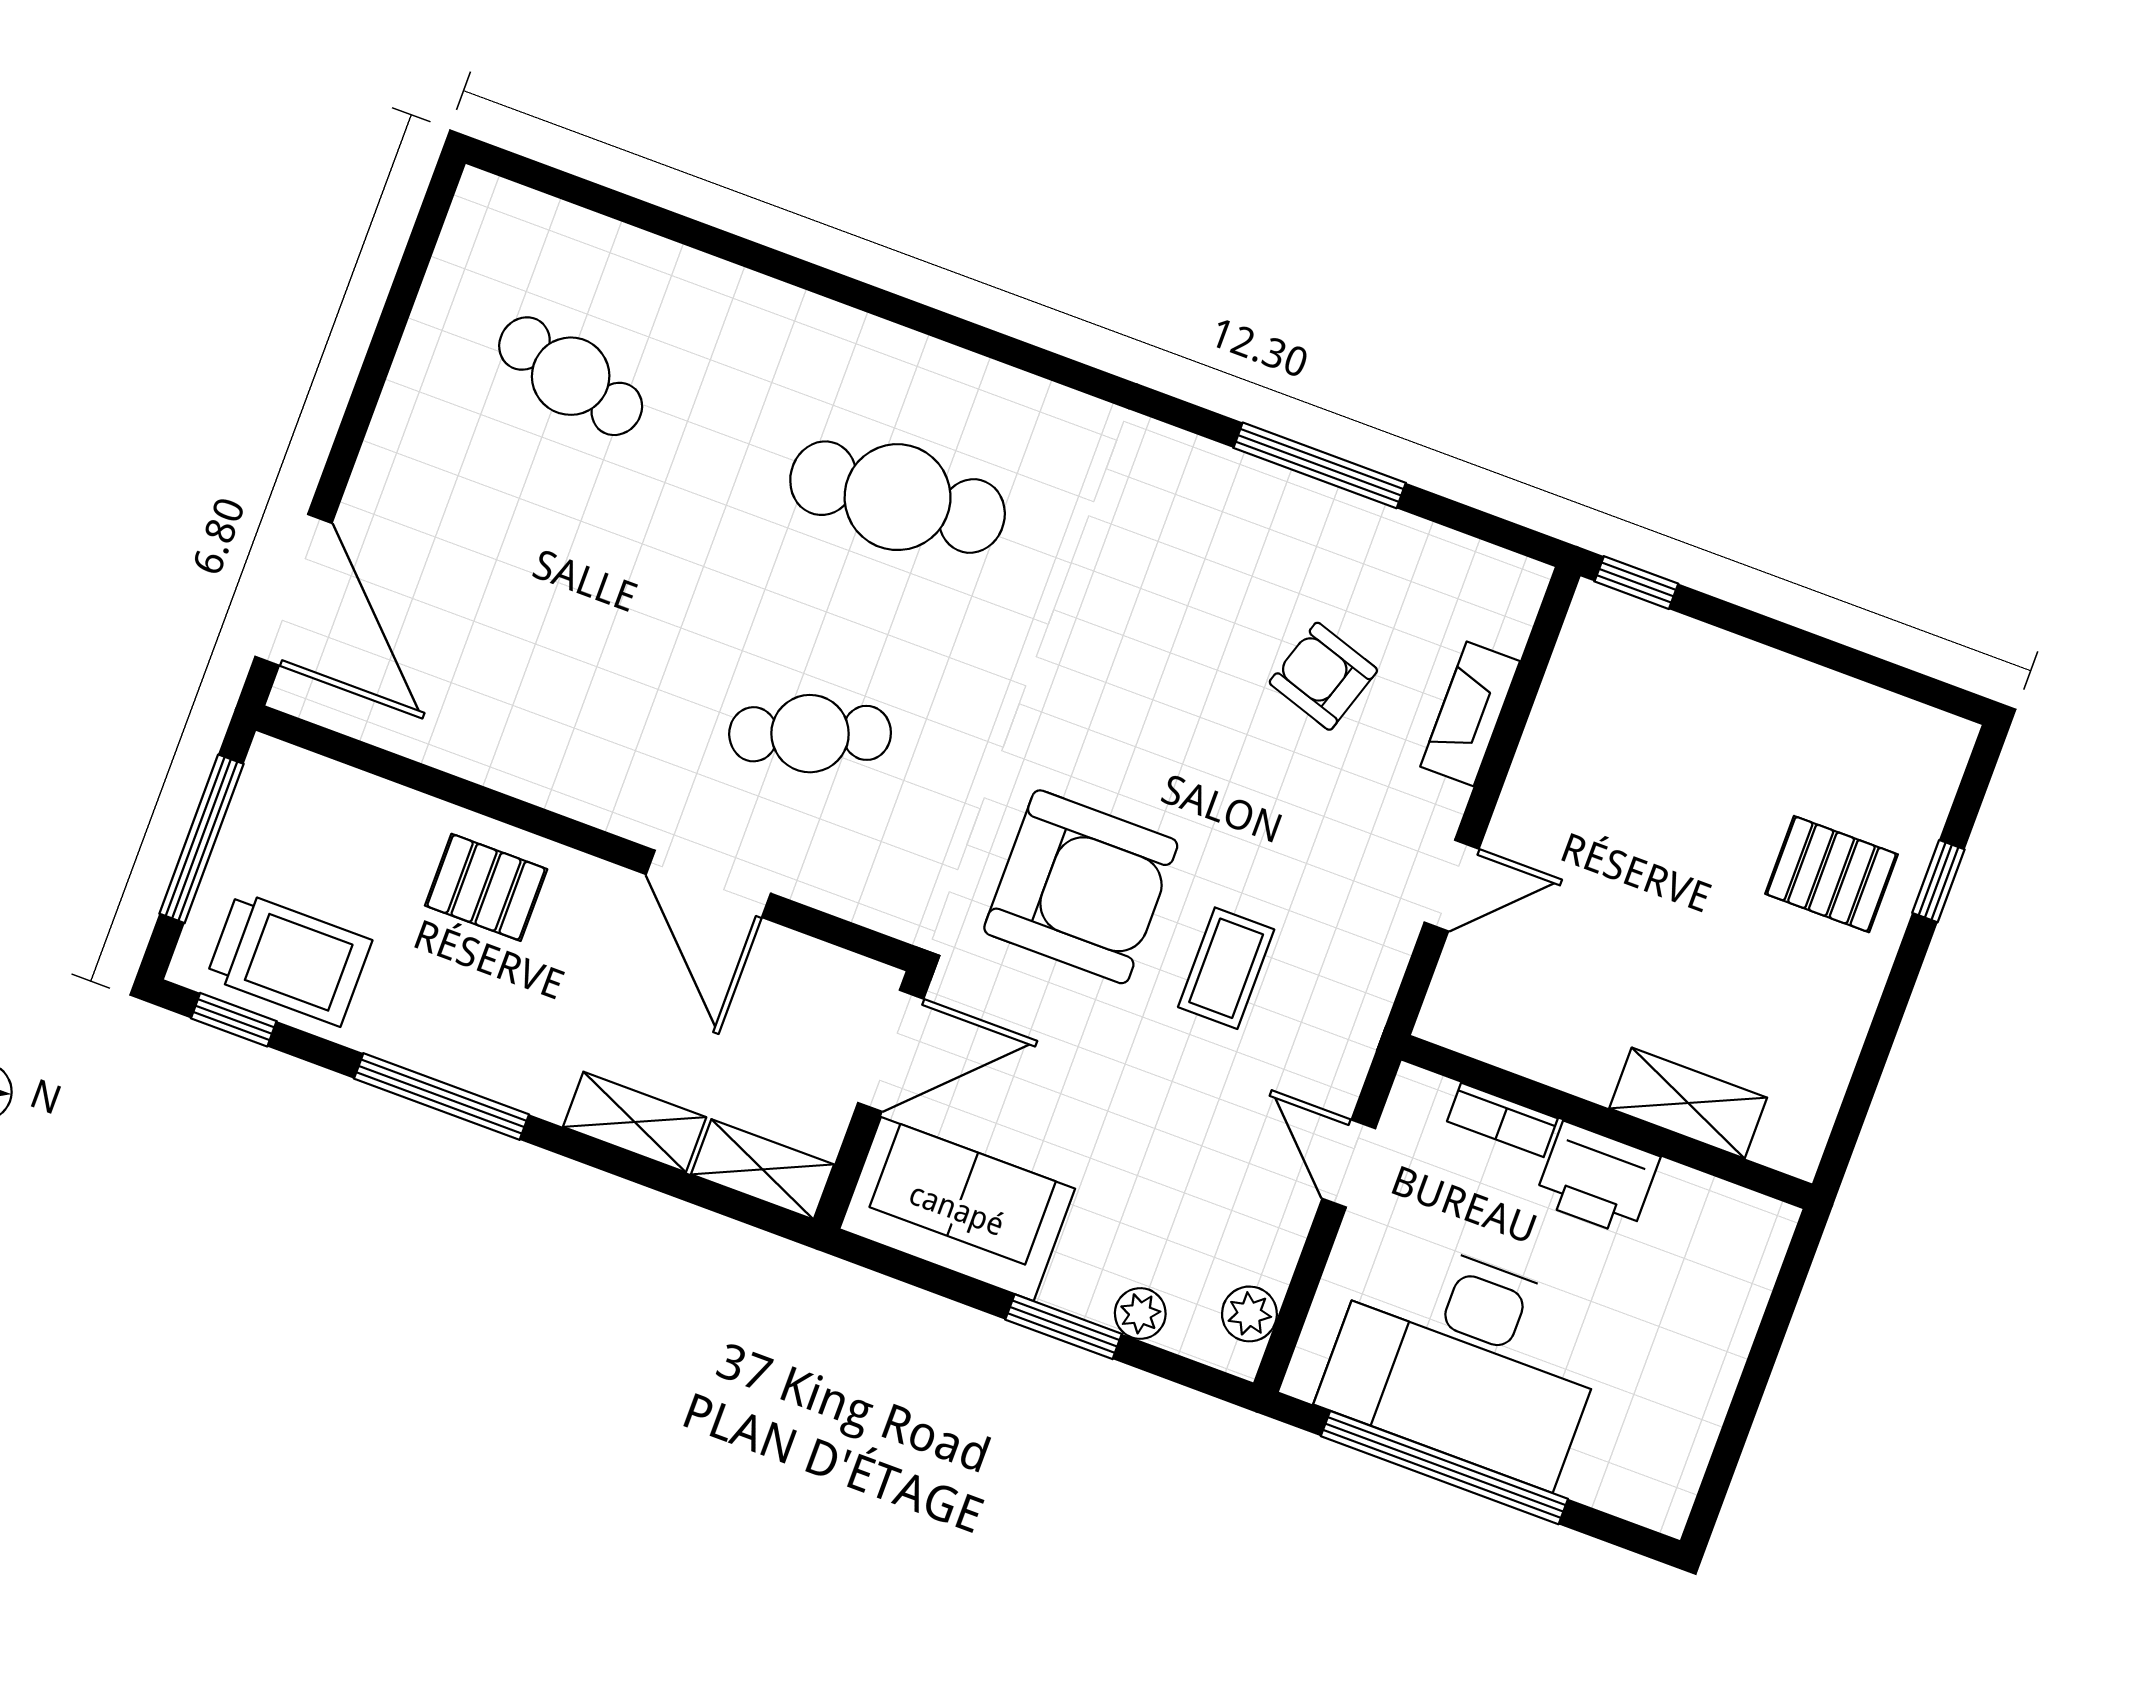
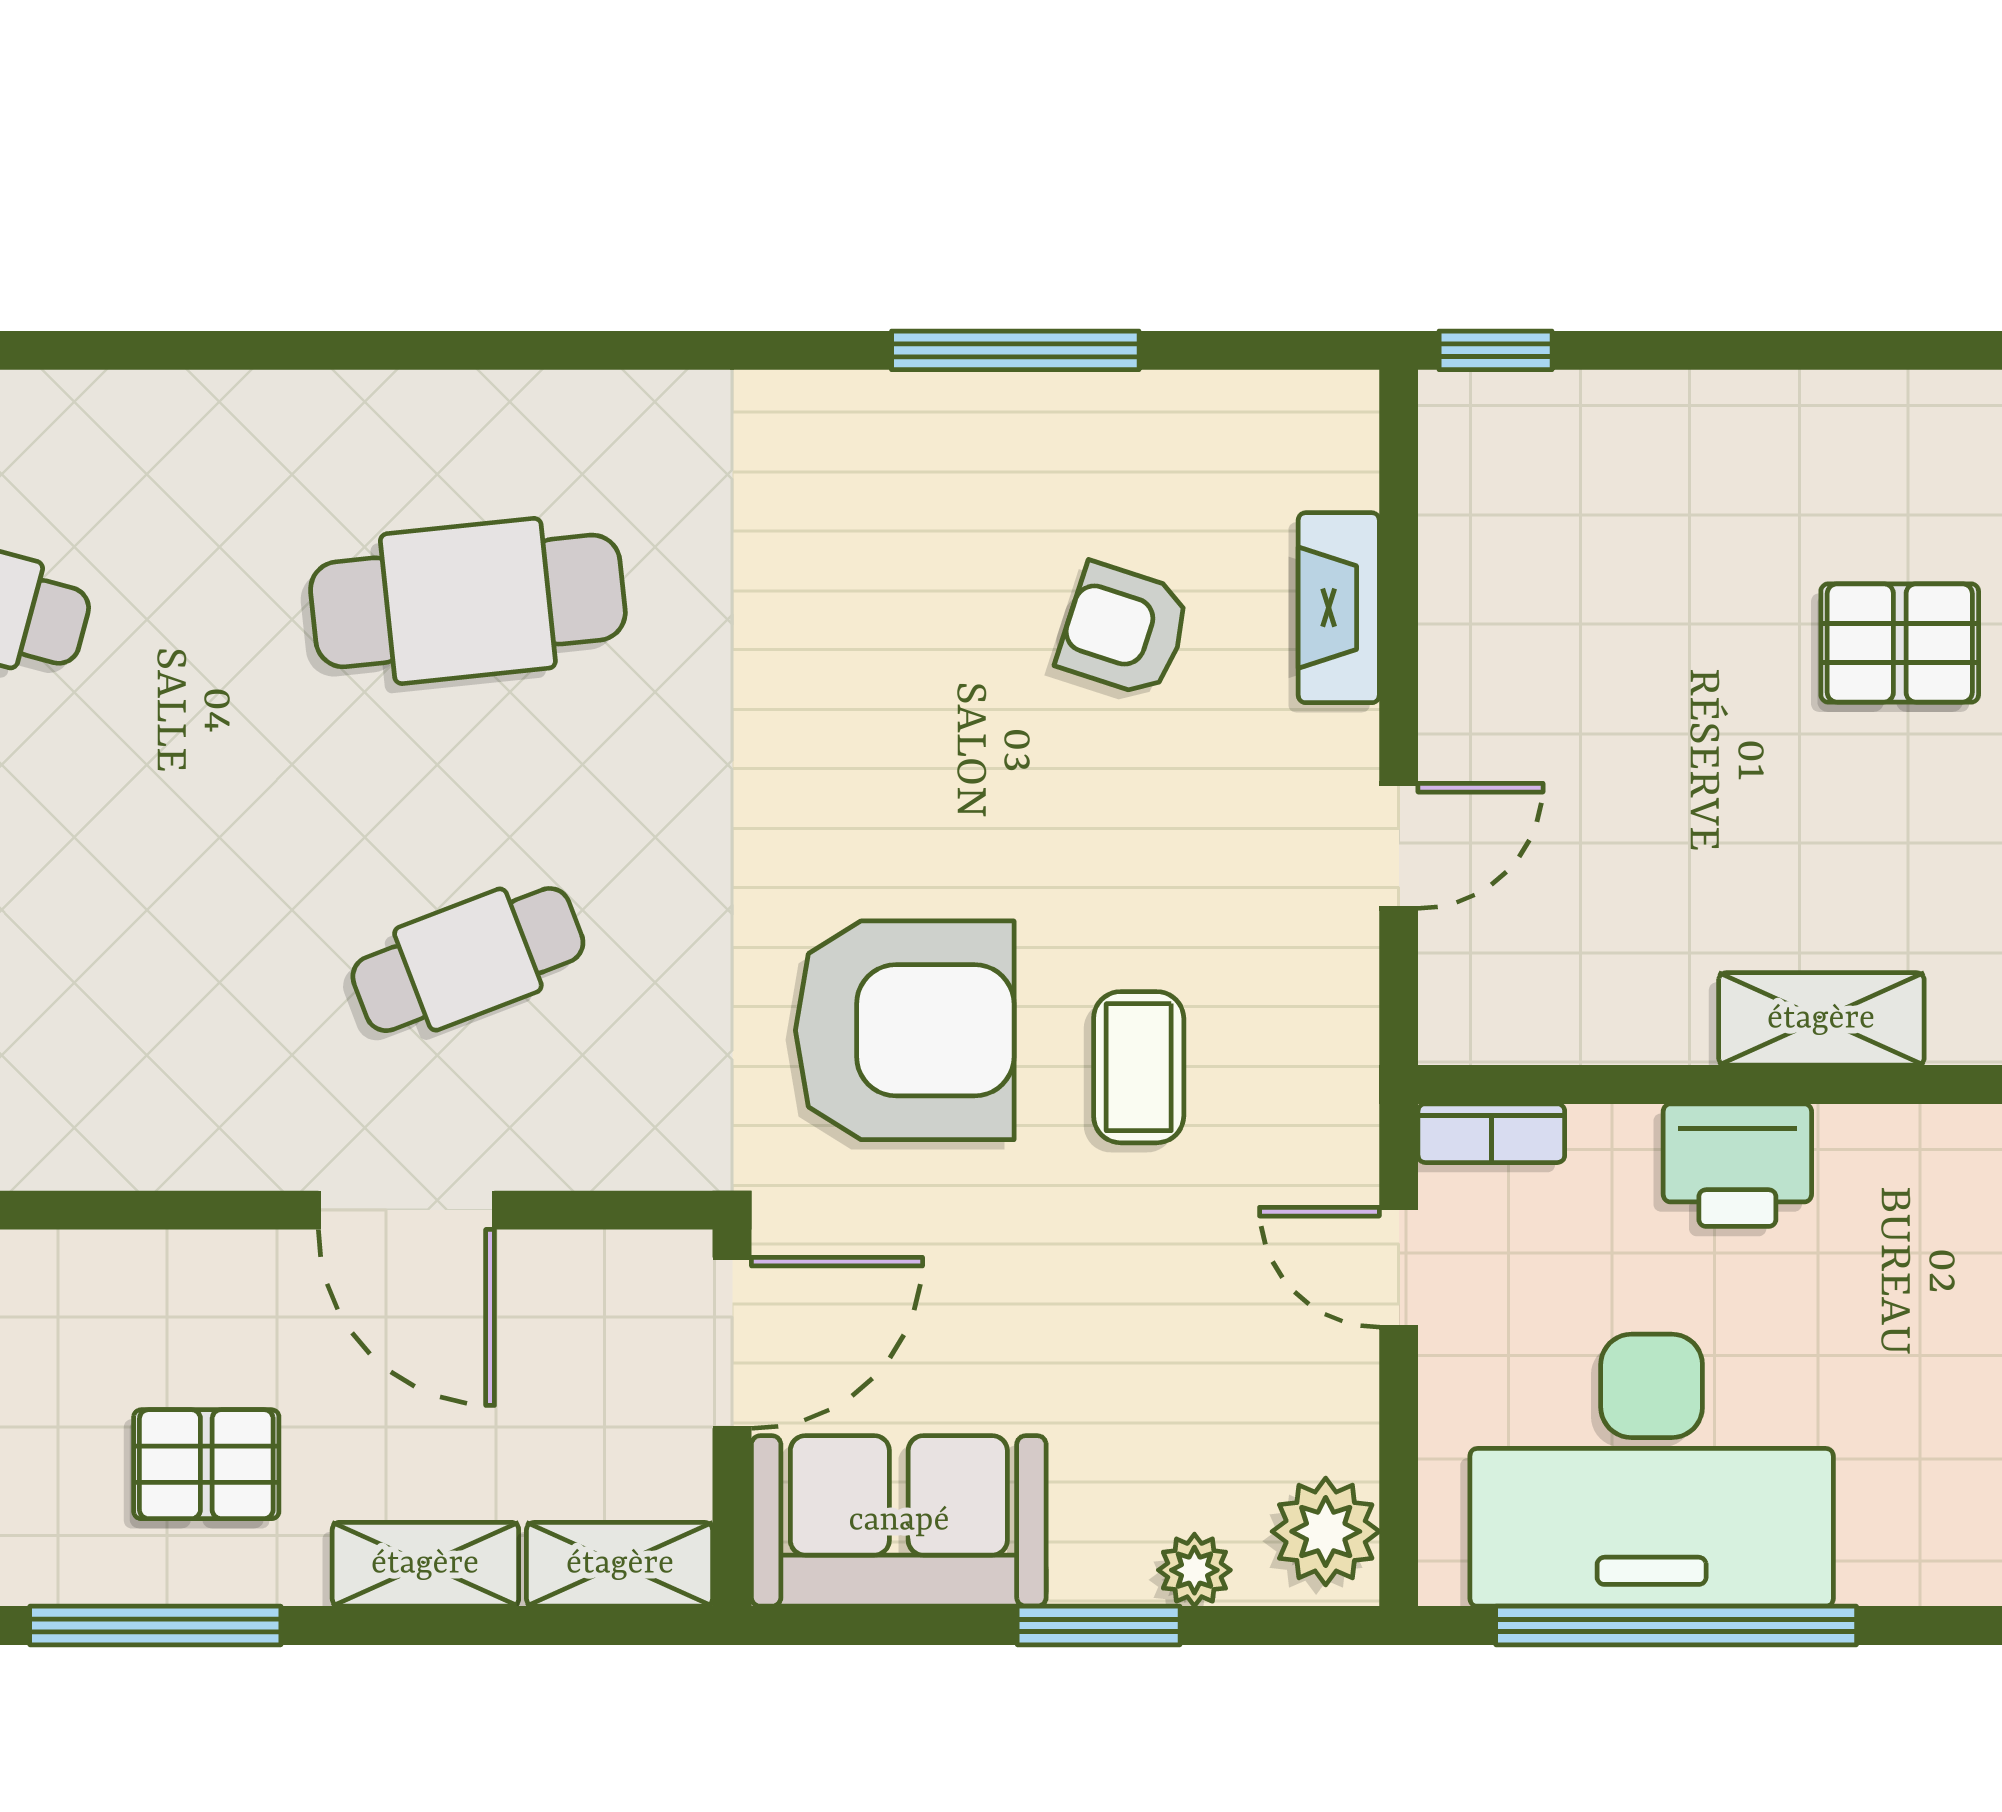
pallet: (486, 887) -> (206, 1464), moved
bookcase: (1502, 1120) -> (1491, 1133), moved
plant: (1249, 1314) -> (1326, 1531), width x1.38, depth x1.38

